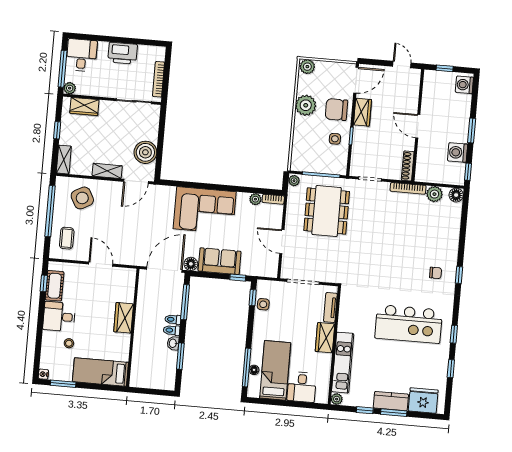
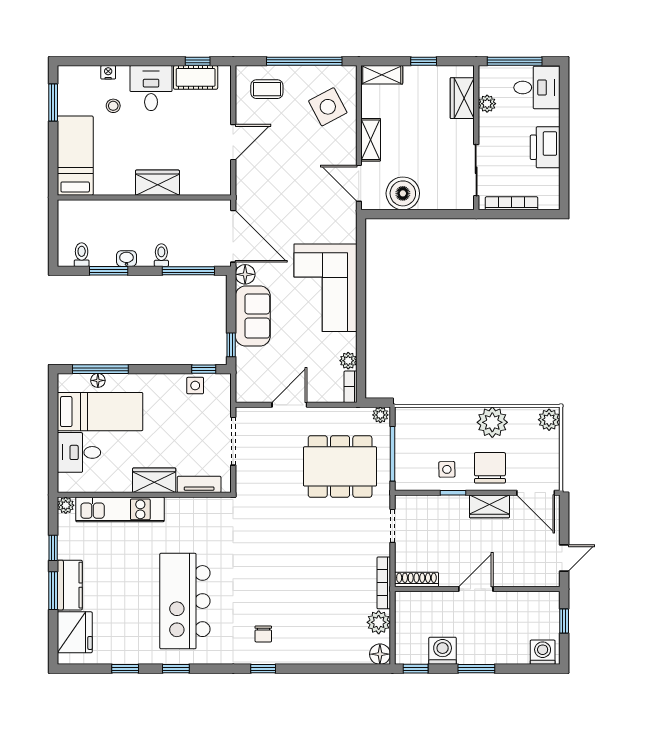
plant: (70, 88) -> (487, 104), moved
toilet: (172, 330) -> (82, 255), moved
nightstand: (43, 374) -> (108, 72), moved

